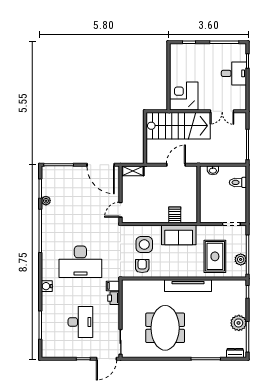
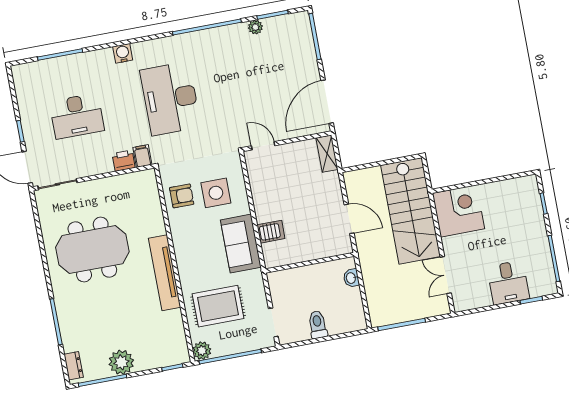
toilet: (238, 182) -> (318, 325), moved
plant: (241, 259) -> (202, 351), moved

